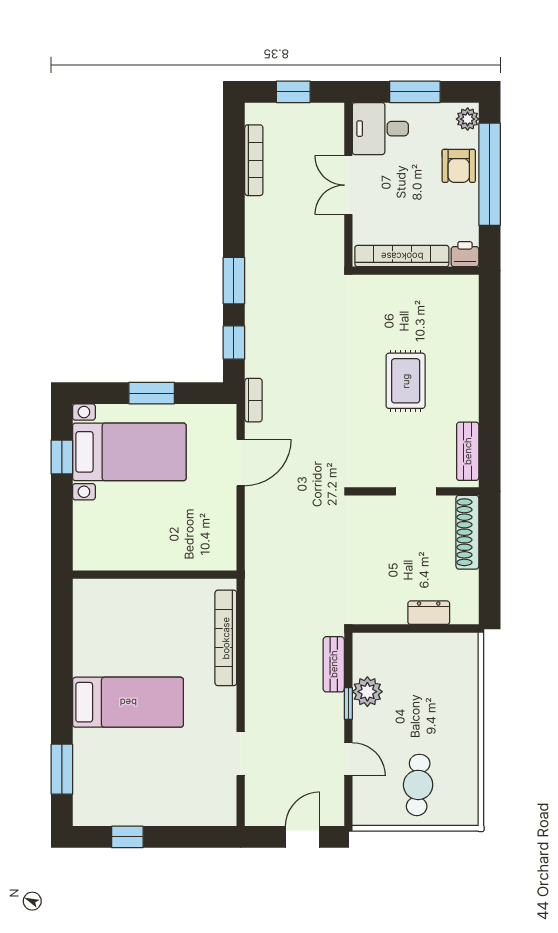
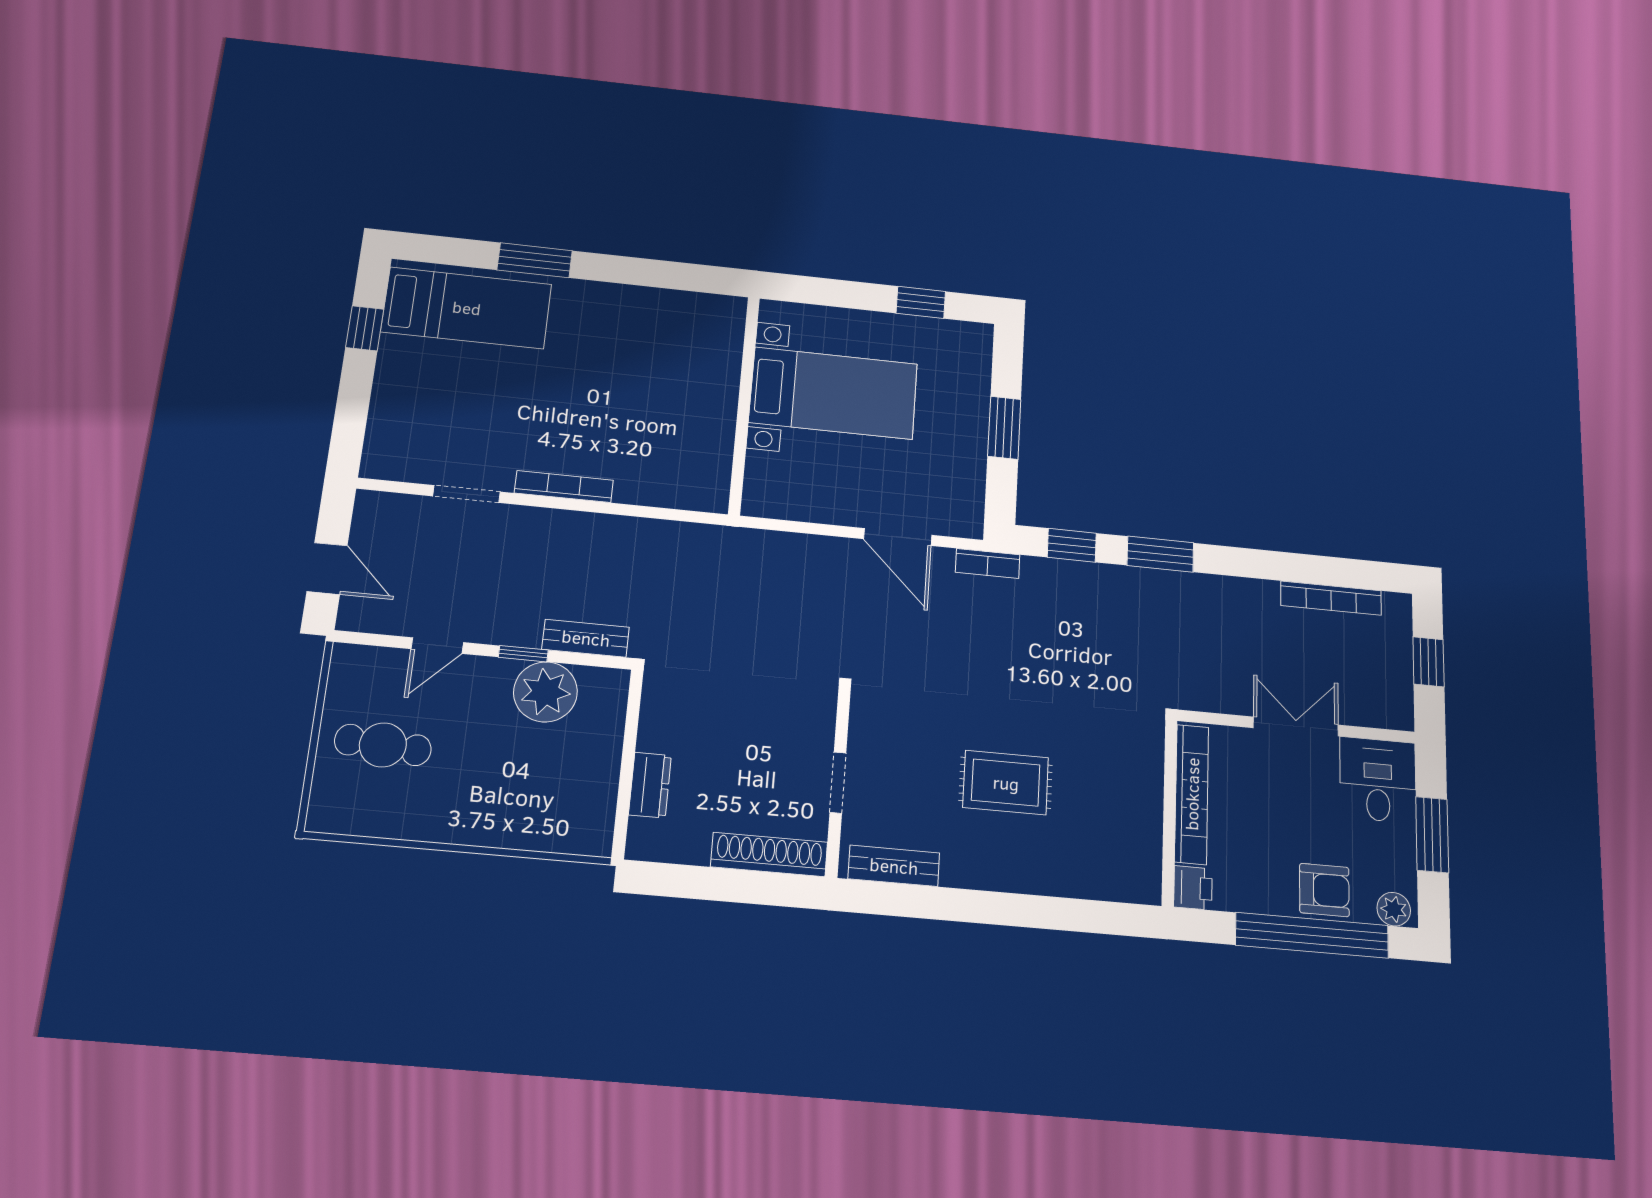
armchair: (459, 166) -> (1324, 890), turned 180
bed with nightstands: (129, 452) -> (833, 393), moved, turned -90
bookcase: (226, 638) -> (564, 487), moved, width x0.68, depth x0.76
plant: (367, 692) -> (545, 692), width x1.36, depth x1.36
bed: (128, 702) -> (467, 308), moved, turned -90
window: (62, 769) -> (535, 260), moved

